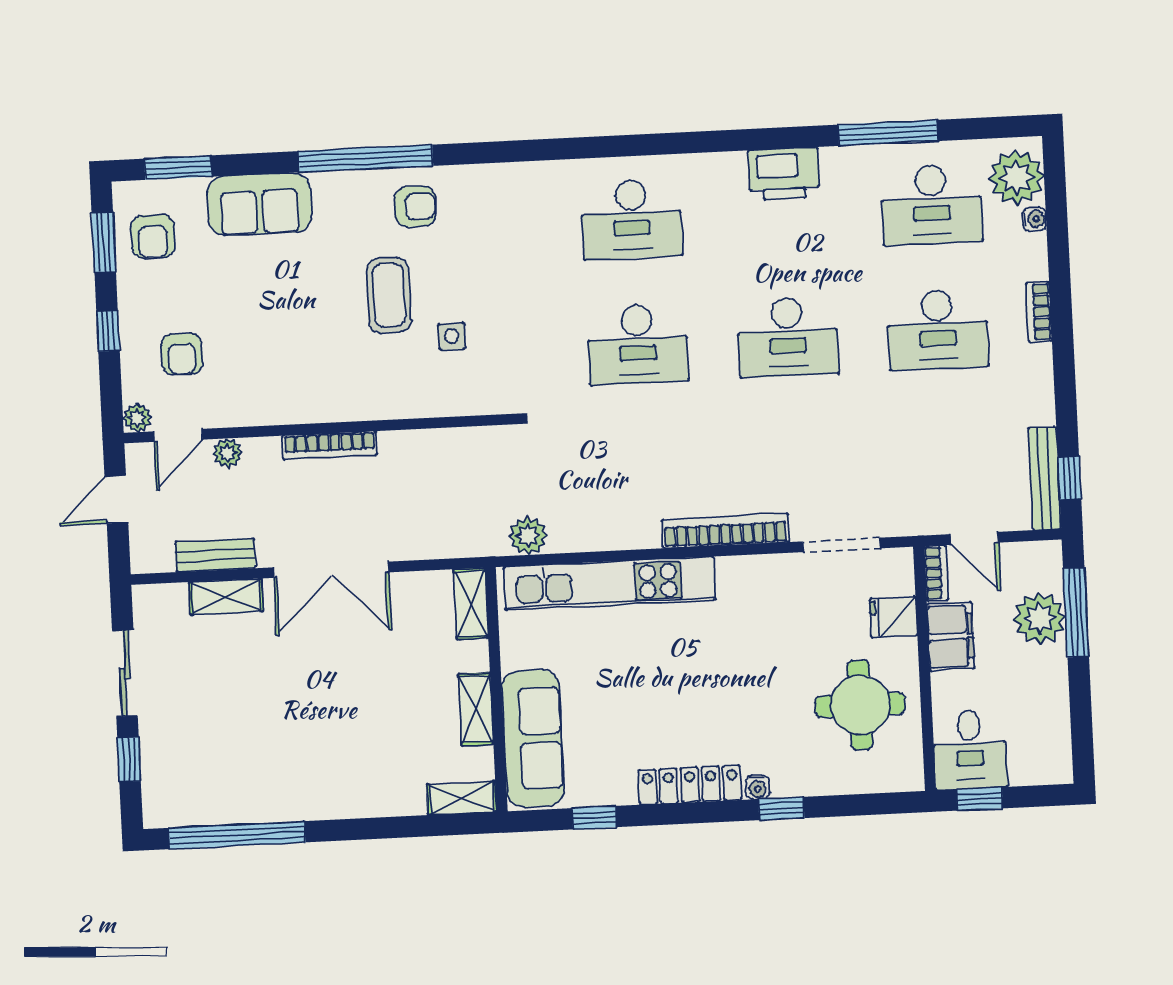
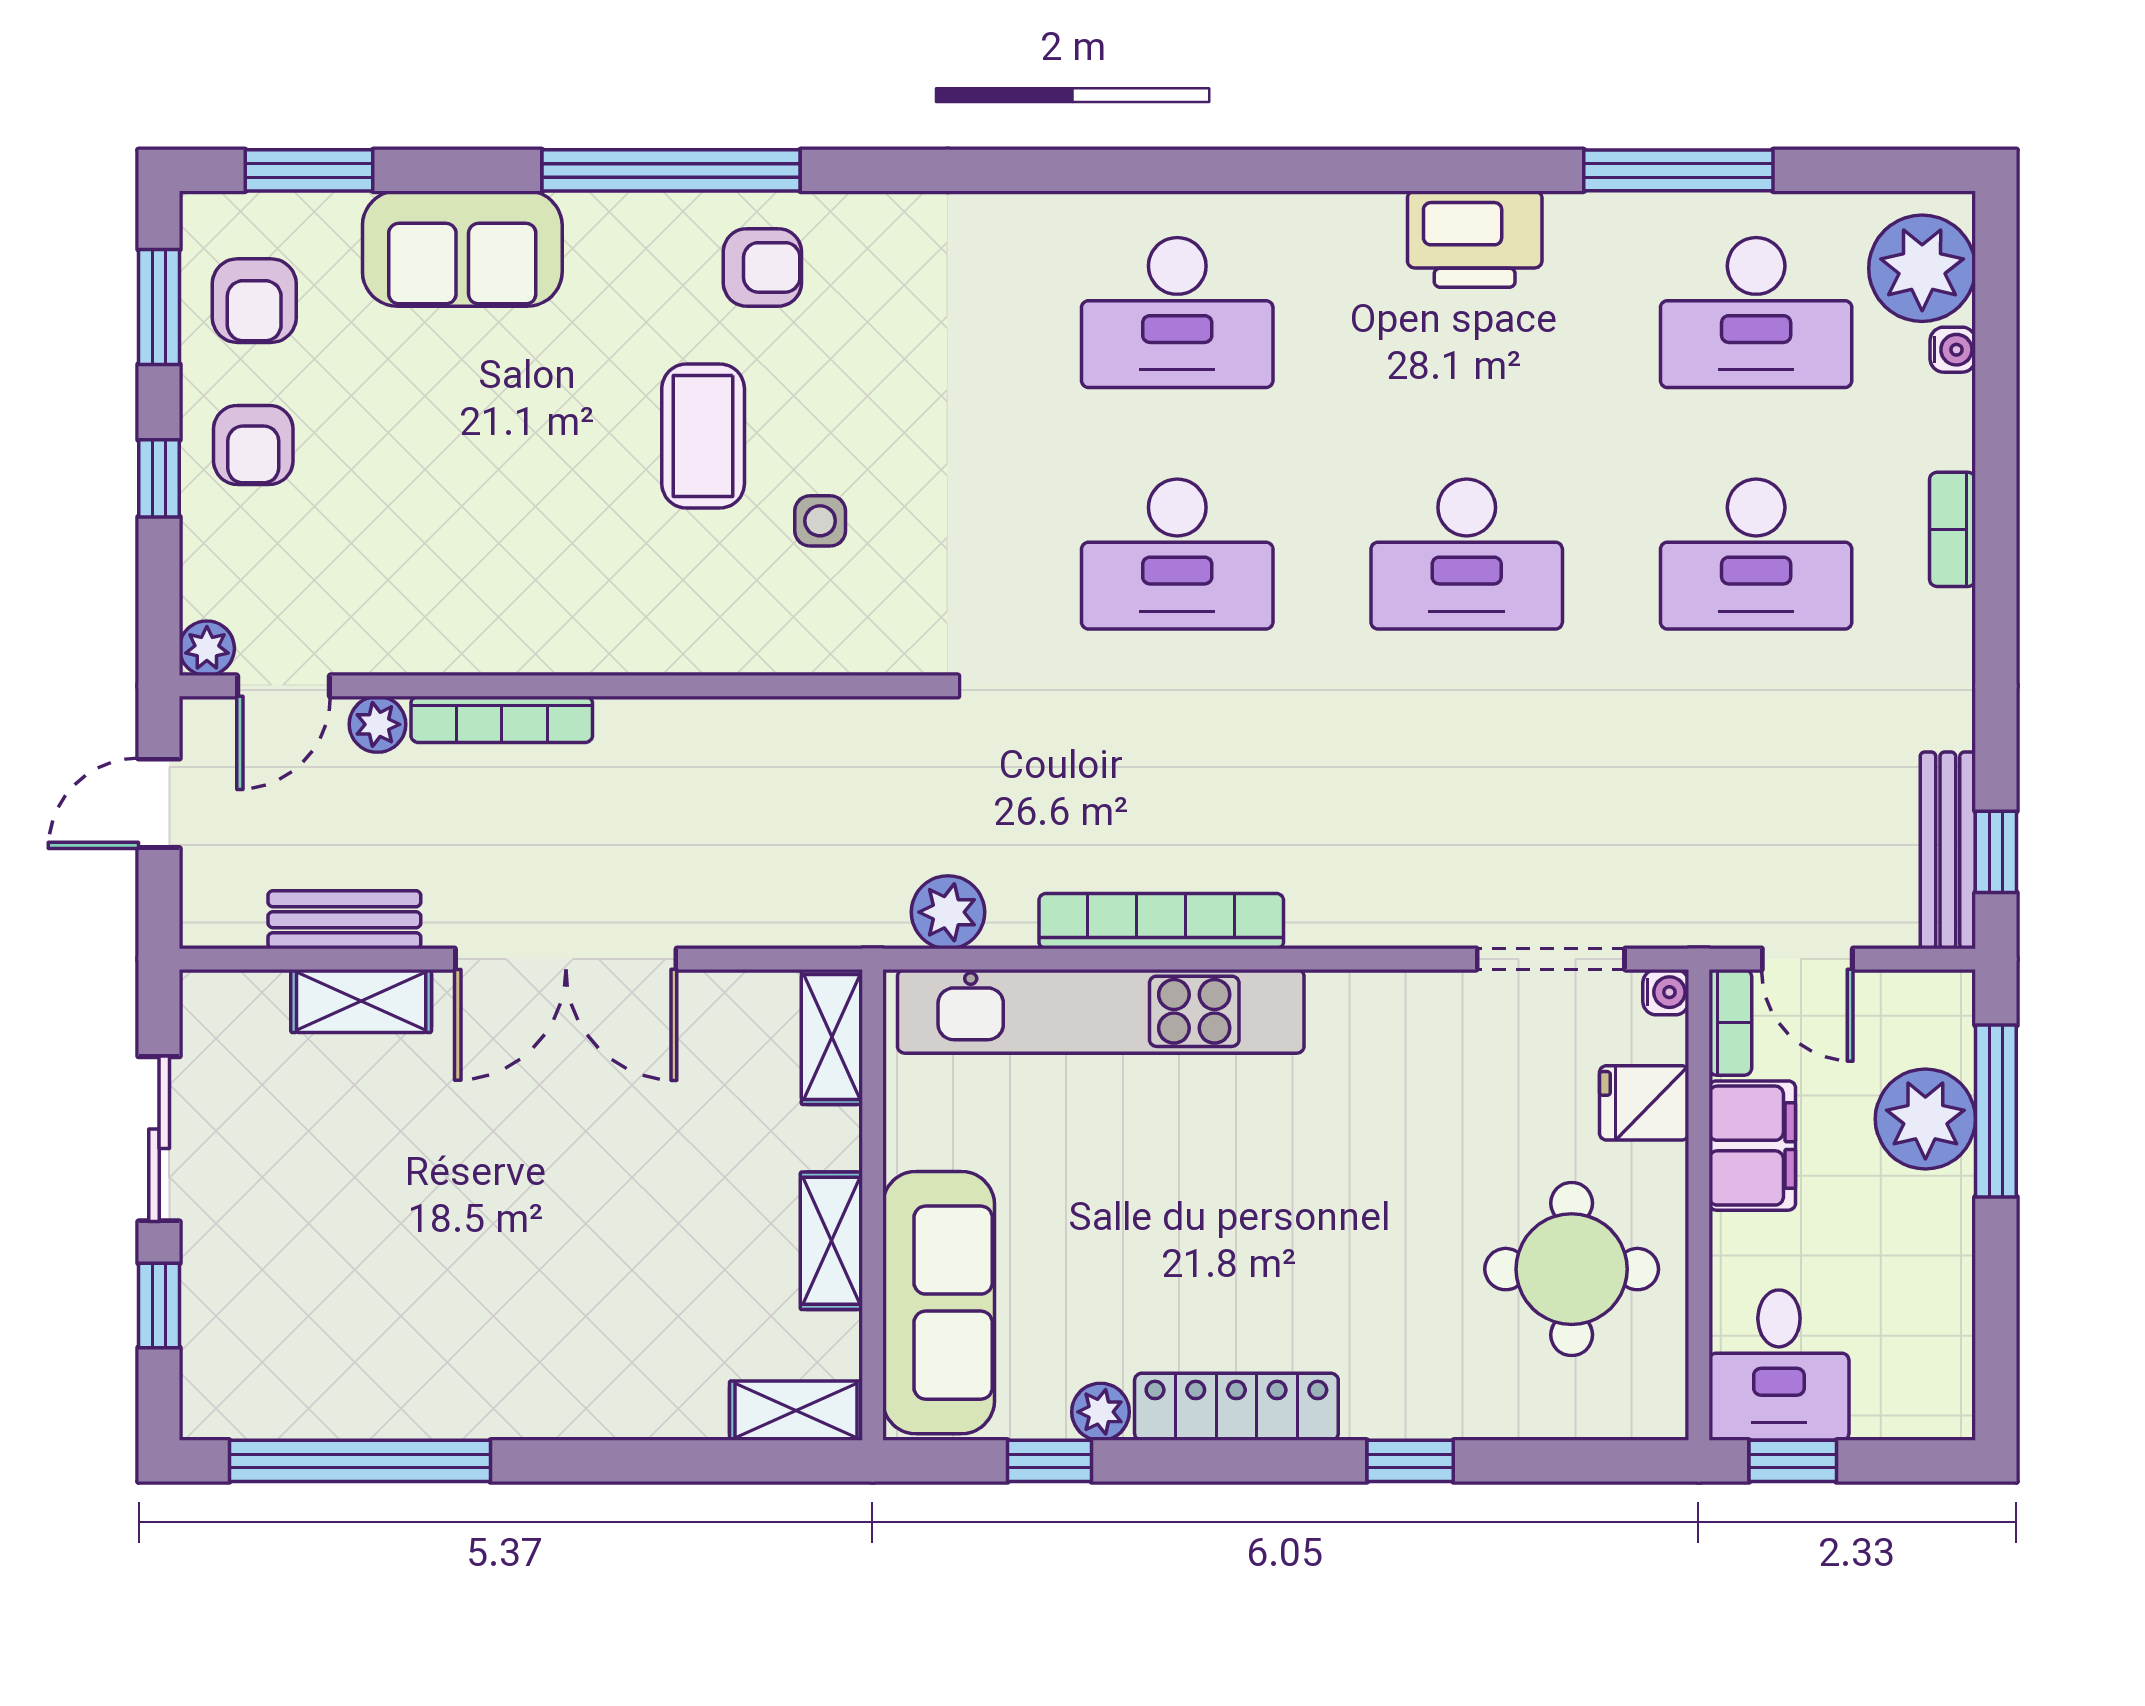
armchair: (182, 354) -> (253, 445), moved
bookcase: (329, 445) -> (502, 719), moved
bookcase: (725, 531) -> (1161, 921), moved
water cooler: (758, 787) -> (1666, 992), moved, turned -90
plant: (620, 791) -> (1101, 1412), added

